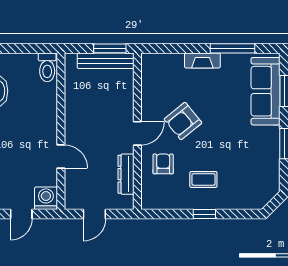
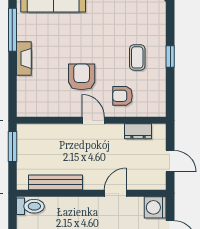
bench: (106, 61) -> (56, 182), moved, turned 90
armchair: (183, 121) -> (82, 77), turned -141
dresser: (126, 174) -> (138, 131), width x0.70

